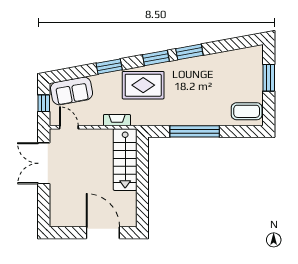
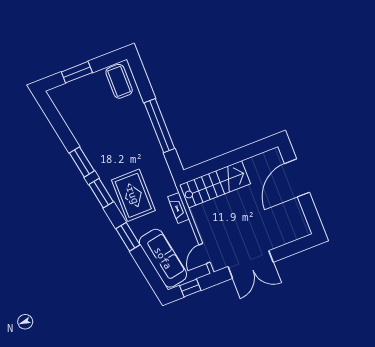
sofa: (72, 91) -> (163, 258), width x1.36

